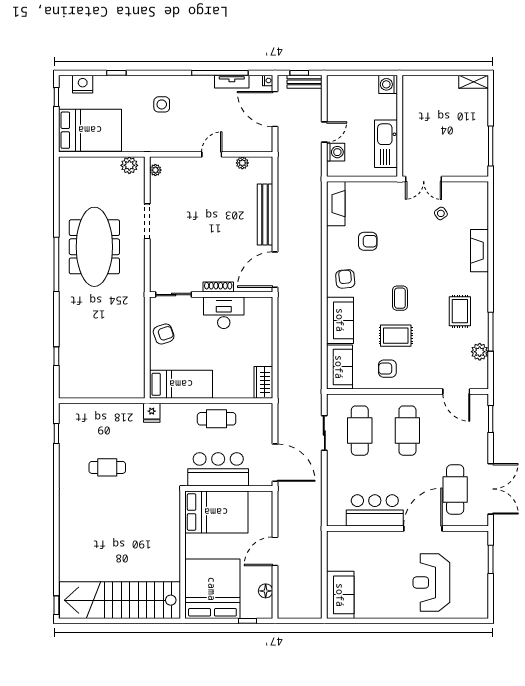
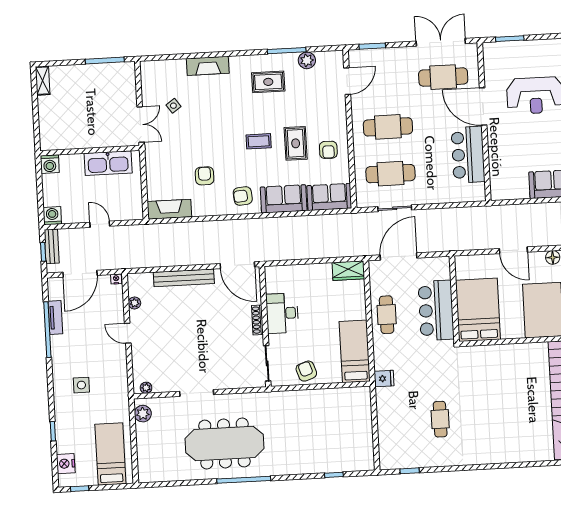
nightstand: (268, 80) -> (116, 279), moved
bed: (90, 130) -> (110, 454), width x0.67
washing machine: (336, 152) -> (52, 216), moved
door: (275, 463) -> (398, 256), moved

